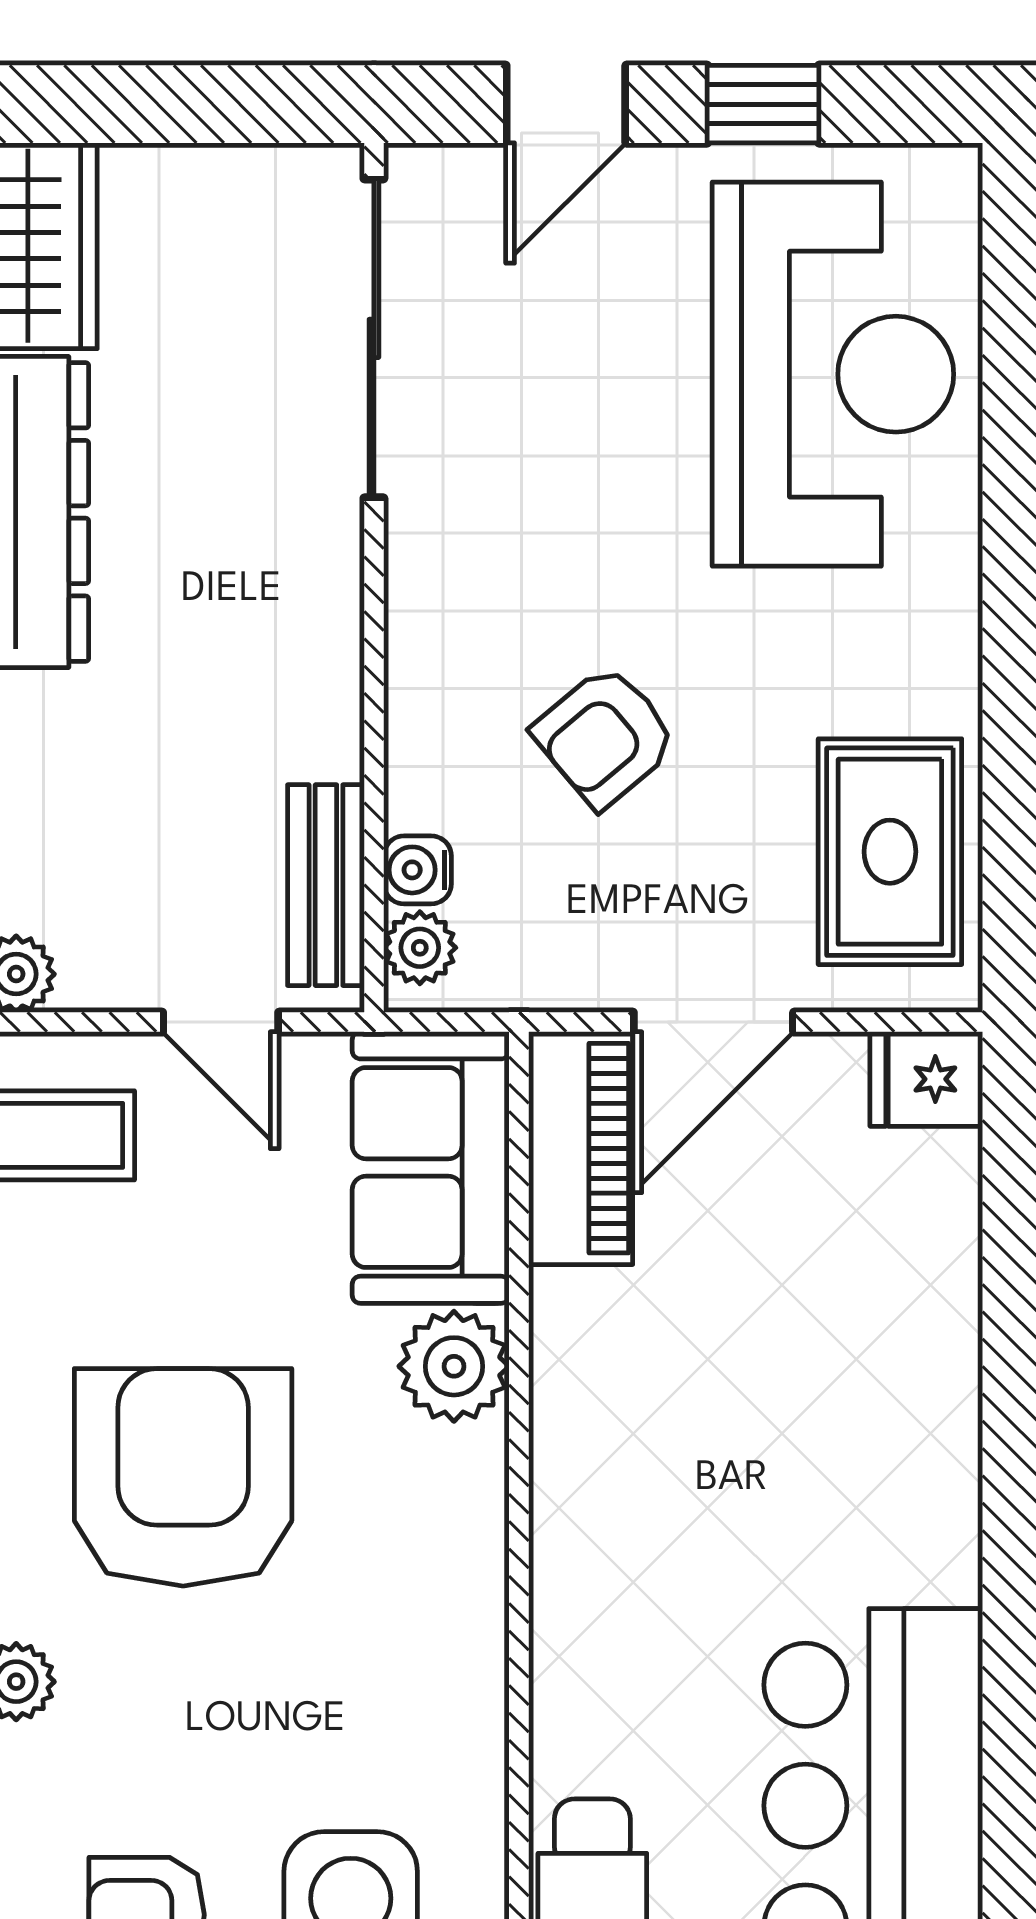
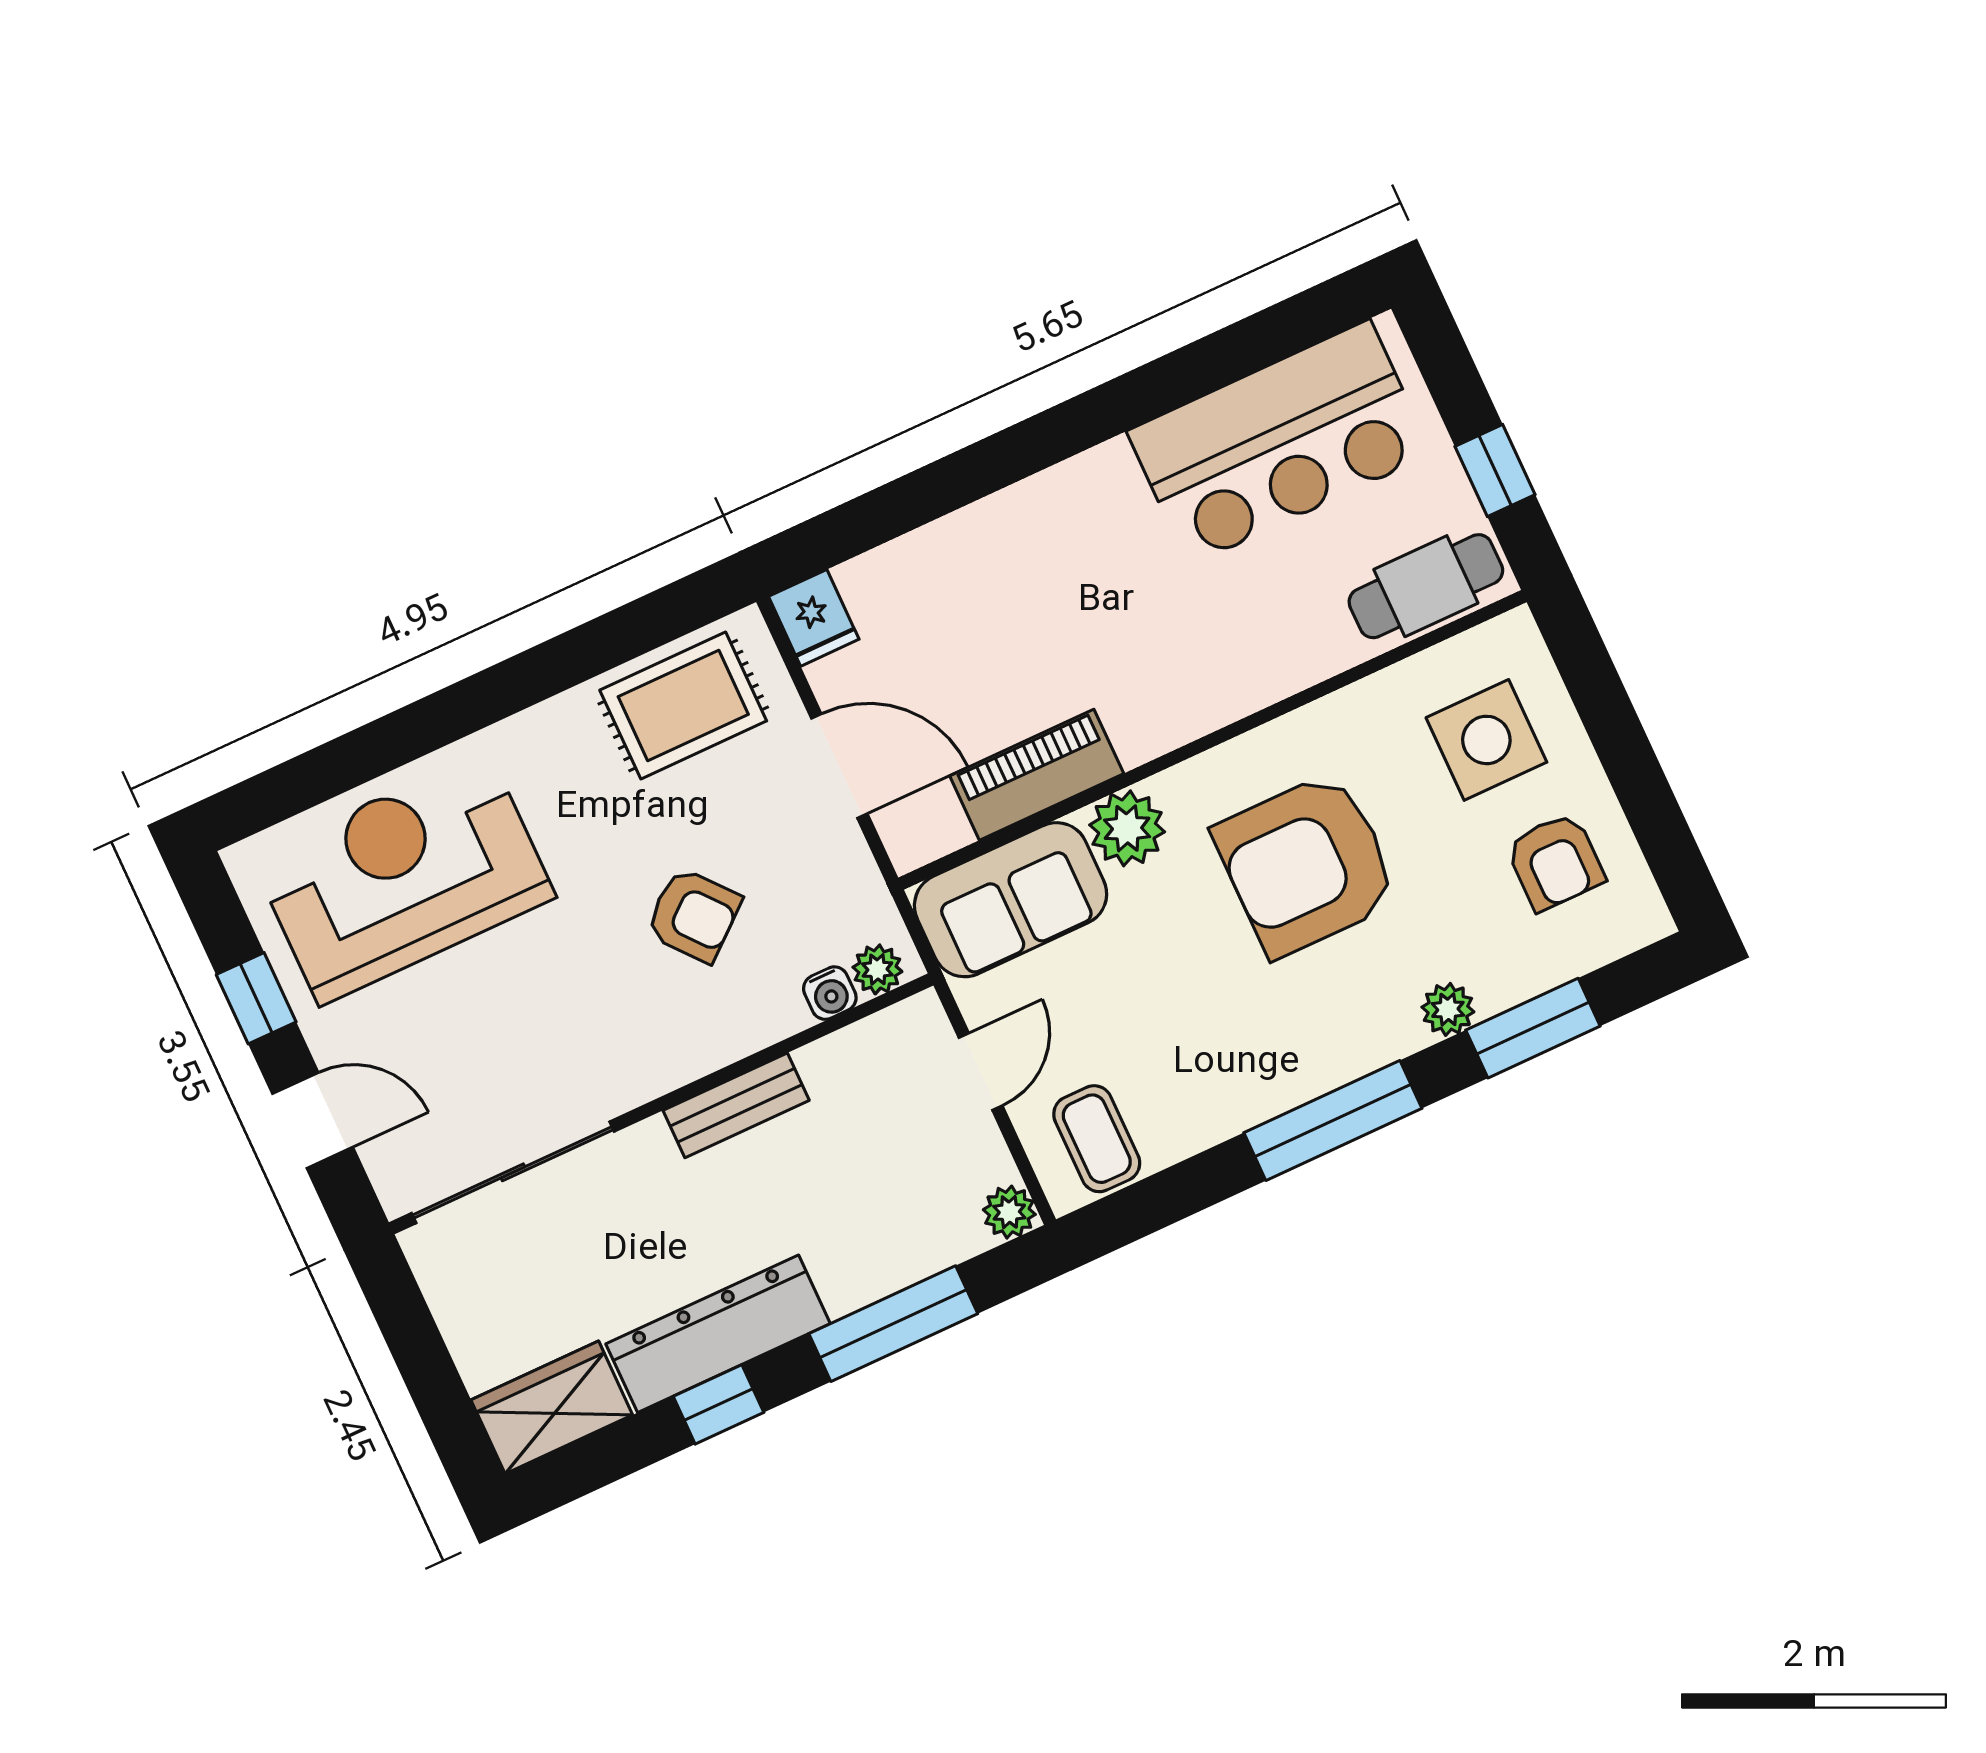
bench: (326, 885) -> (736, 1105), moved
piano: (581, 1148) -> (1037, 775), moved
armchair: (183, 1477) -> (1306, 864), moved

